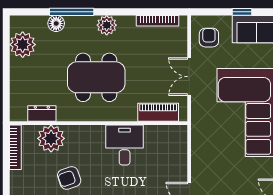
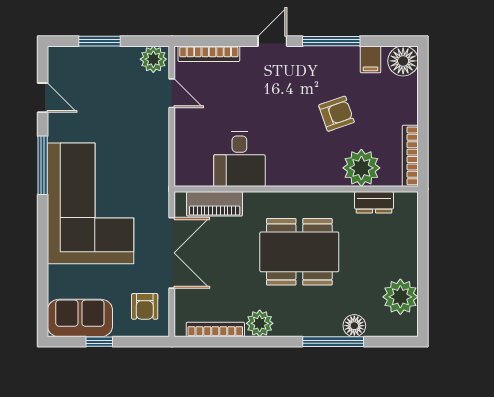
plant: (107, 25) -> (260, 323), moved
double door: (189, 77) -> (172, 253), width x1.37
desk: (125, 145) -> (239, 159), moved

